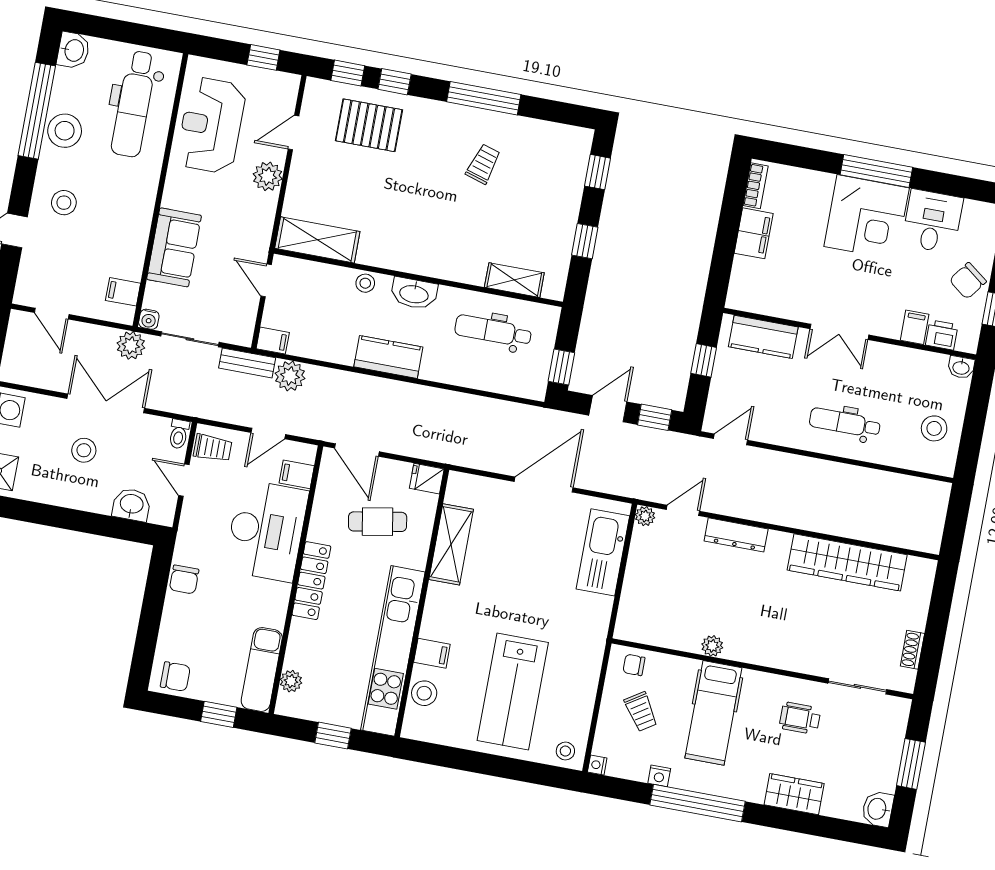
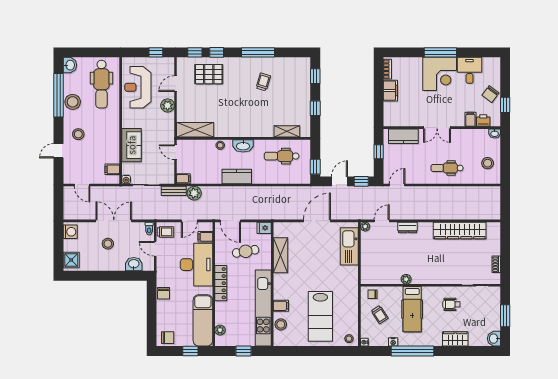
plant: (131, 345) -> (120, 193), removed
dresser: (736, 535) -> (408, 227), width x0.70
exam couch: (262, 669) -> (203, 320), width x1.36, depth x1.45

